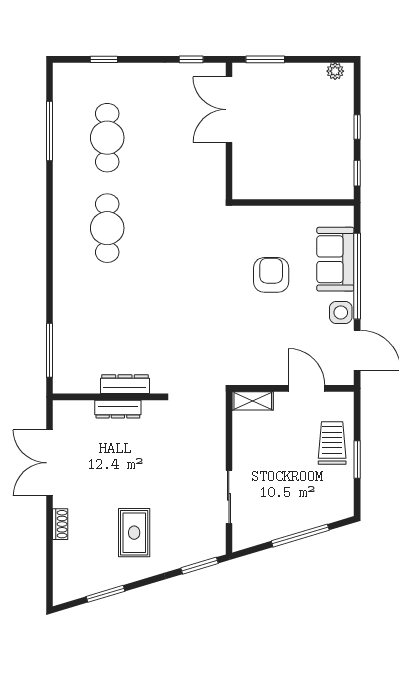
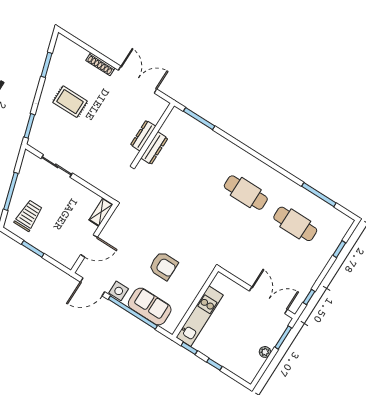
plant: (335, 71) -> (265, 352), moved
kitchen unit: (307, 186) -> (200, 316), added
trolley: (332, 443) -> (28, 216), moved, turned -90
shoe rack: (60, 524) -> (100, 64), width x1.43

